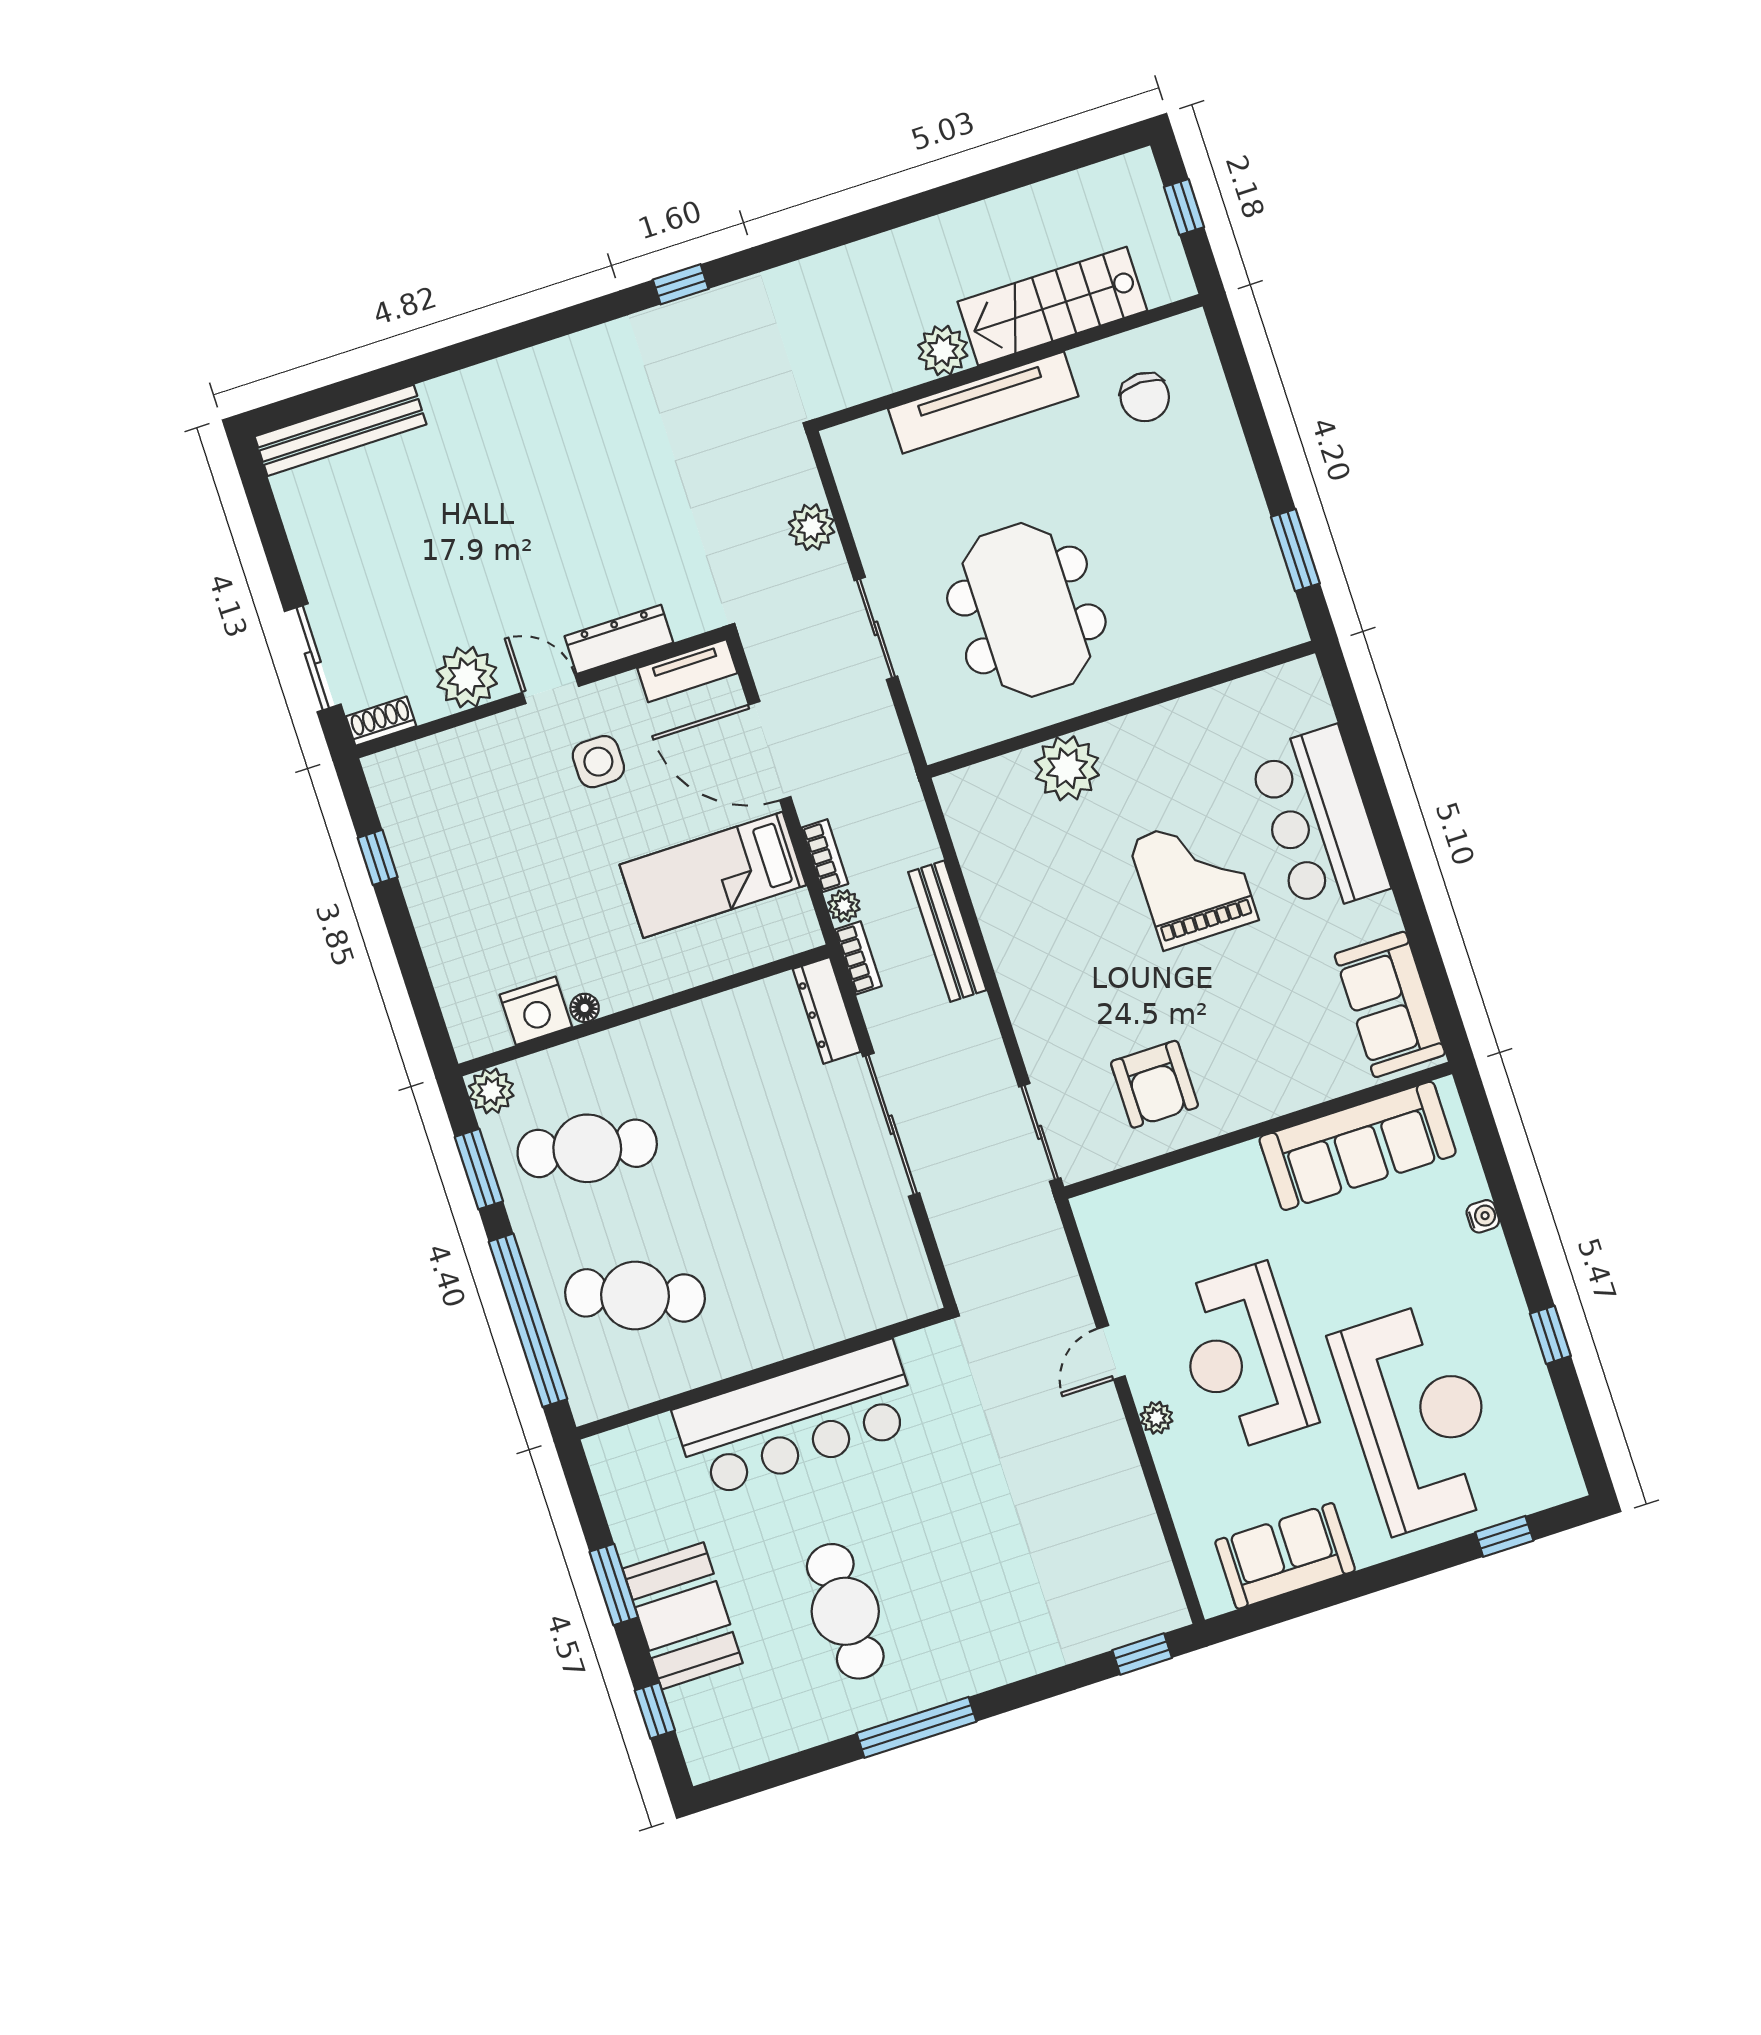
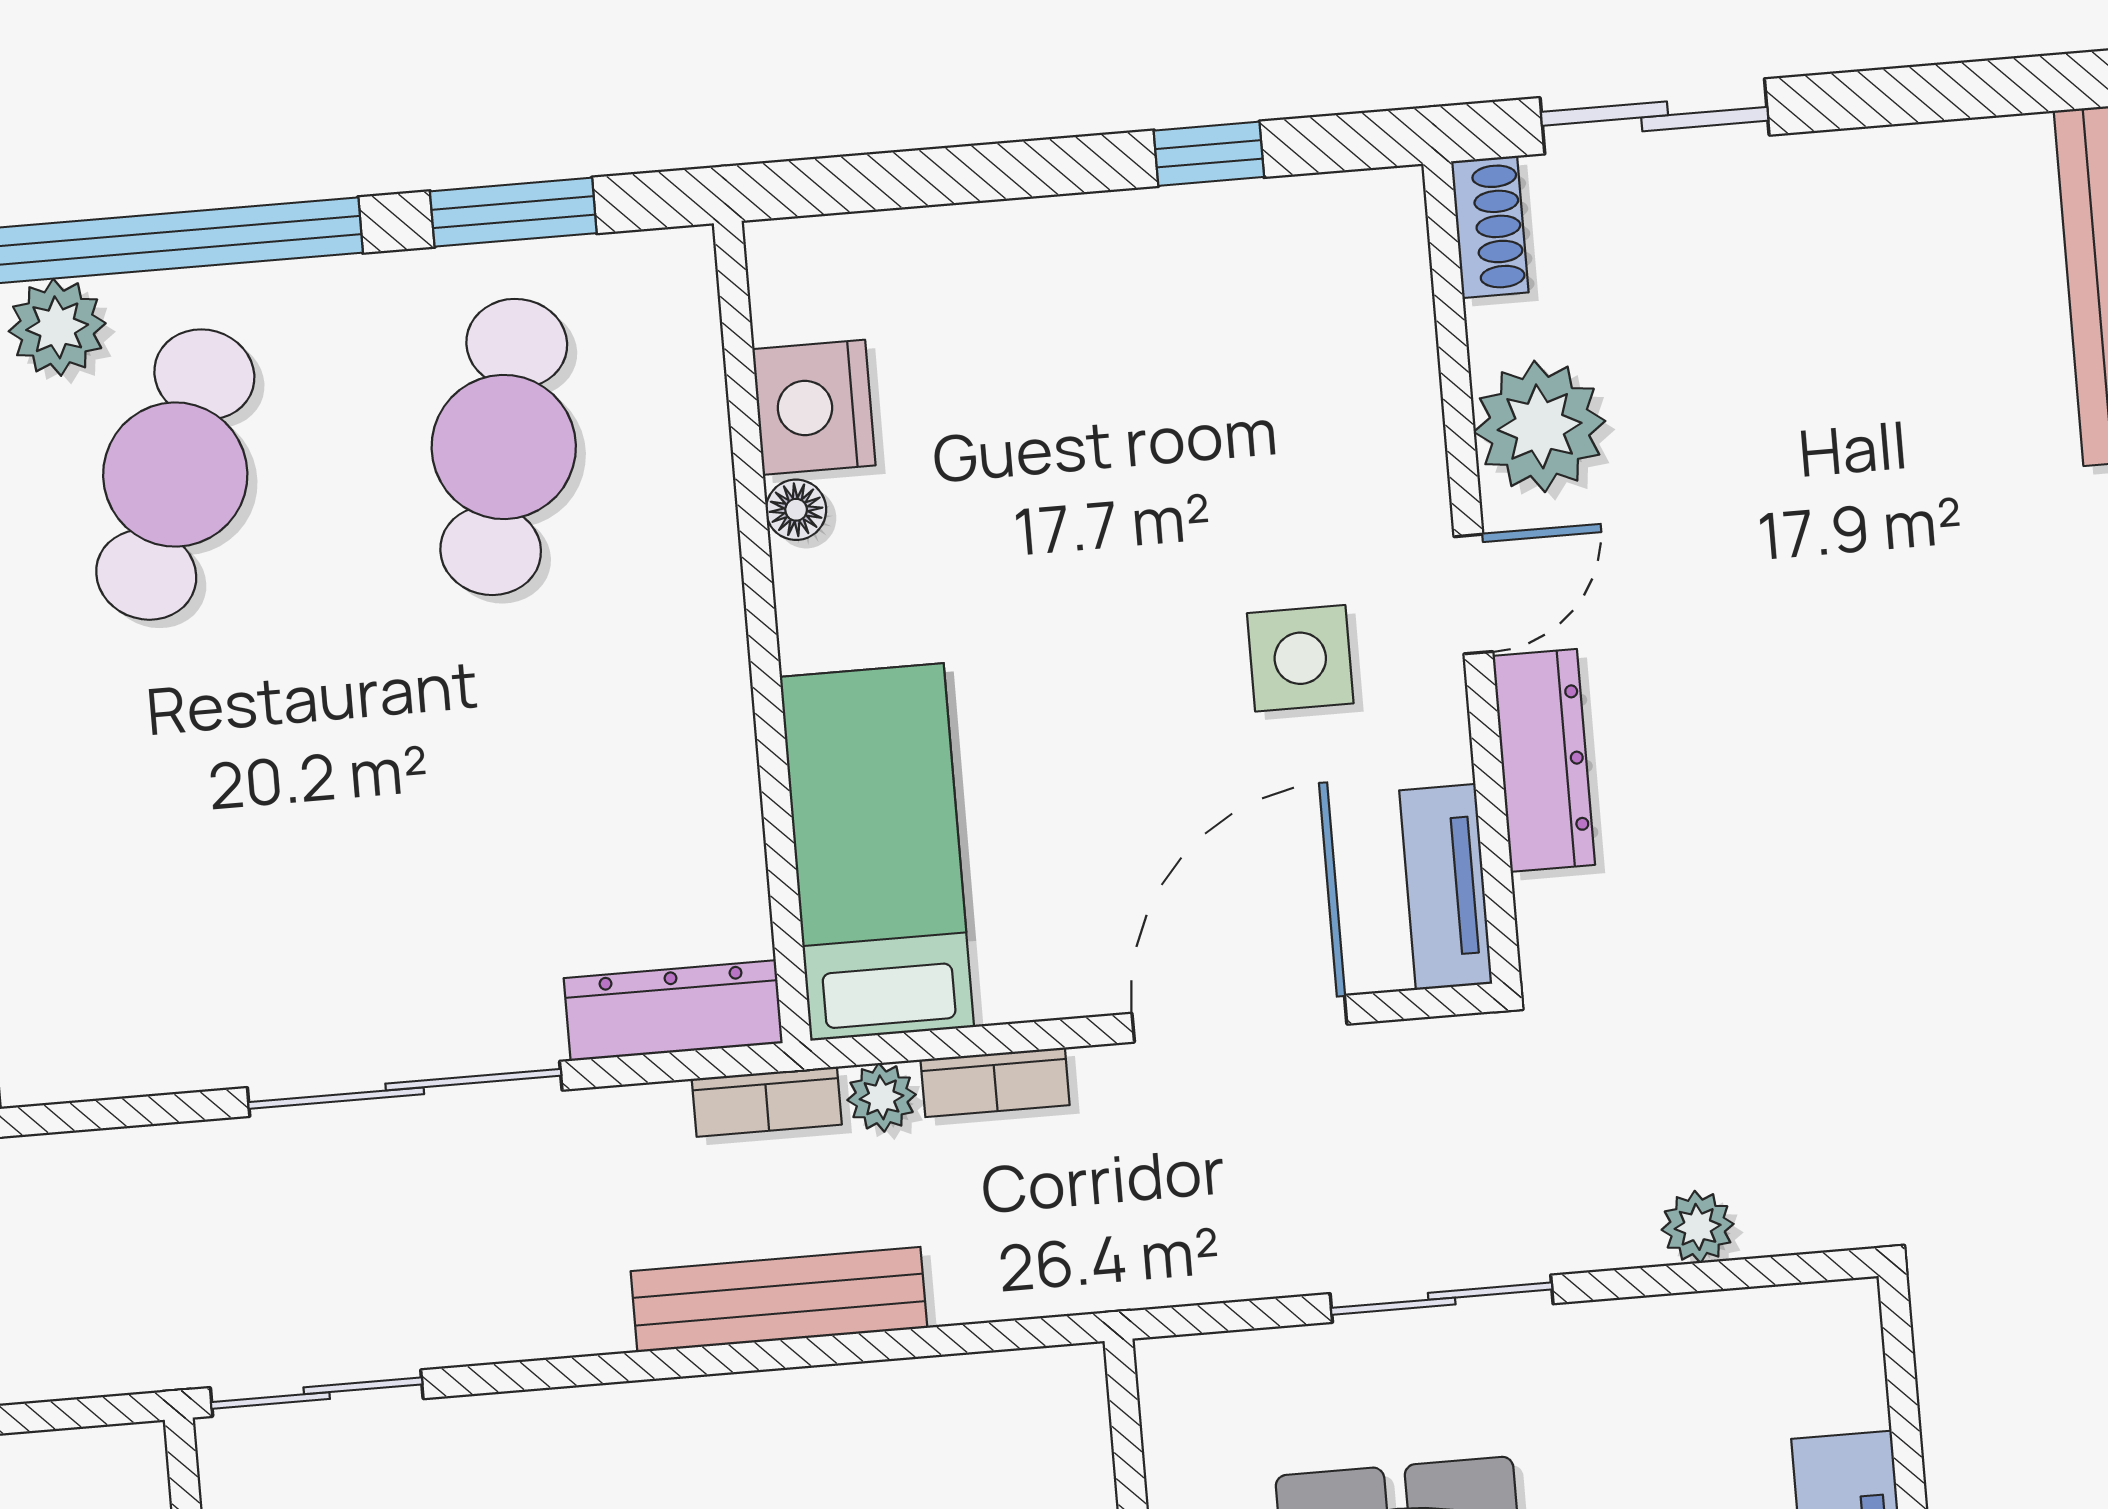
plant: (812, 527) -> (1698, 1227), width x0.73, depth x0.73
bed: (713, 875) -> (877, 852), moved
plant: (491, 1091) -> (57, 327), moved

